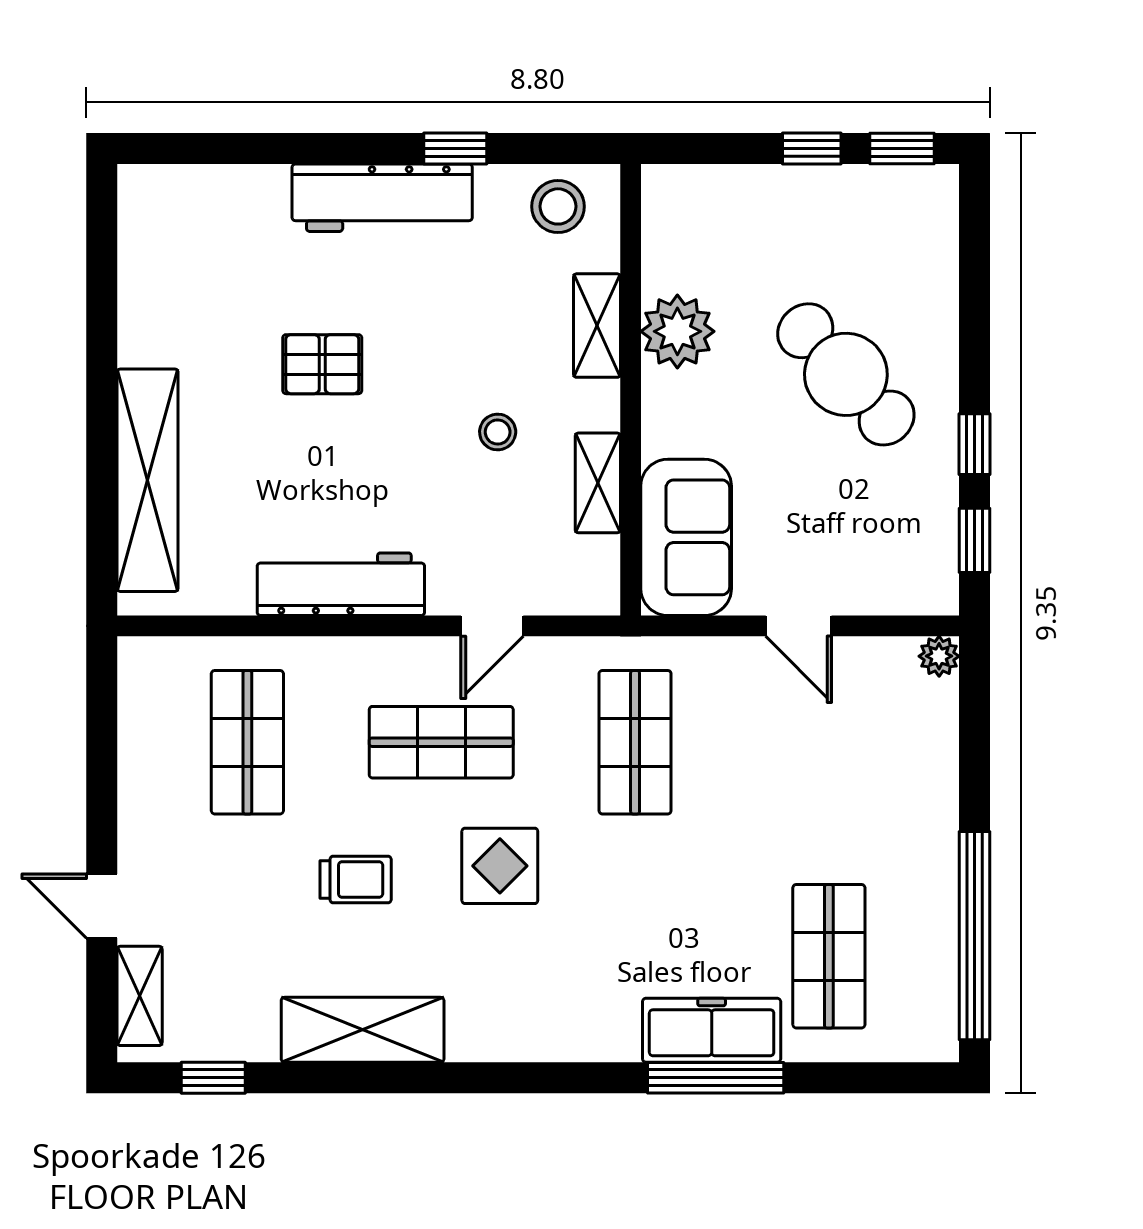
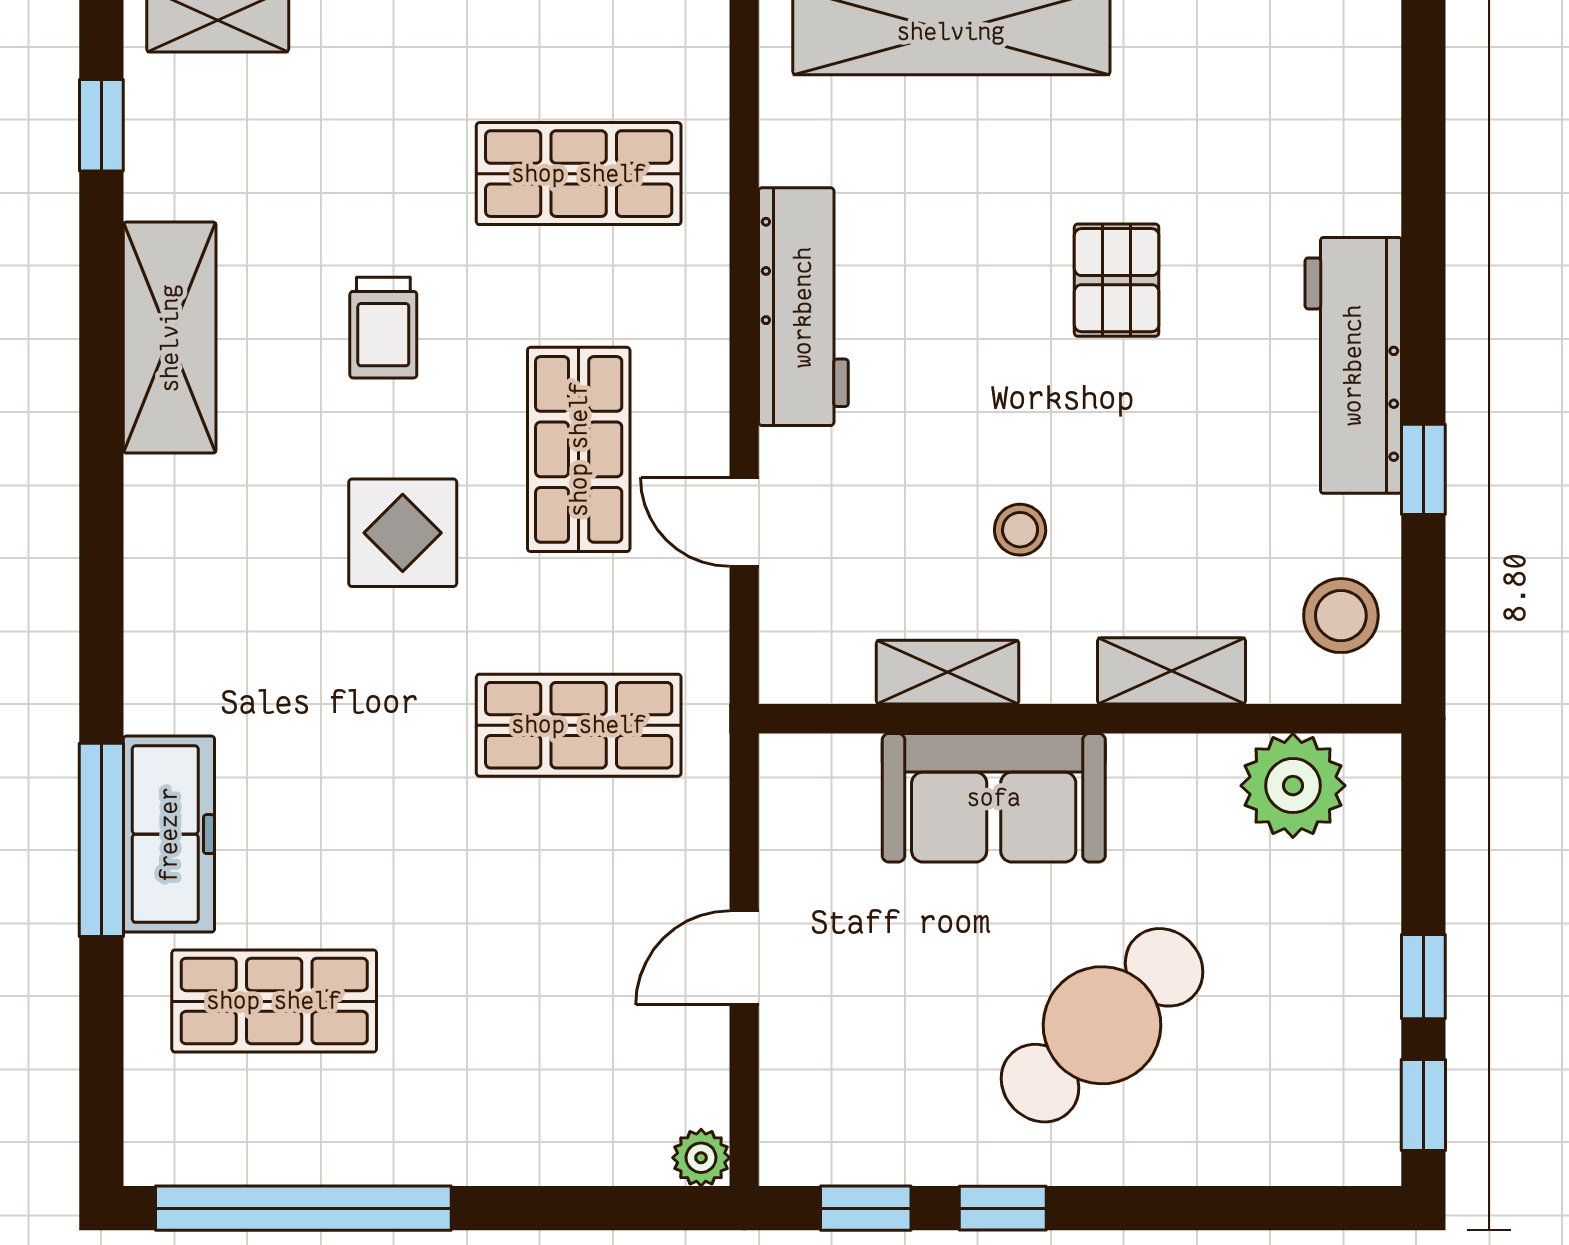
plant: (677, 331) -> (1293, 786), moved
sofa: (686, 537) -> (994, 798), moved

